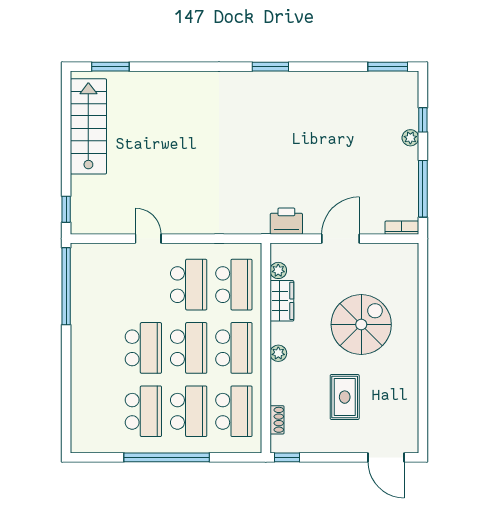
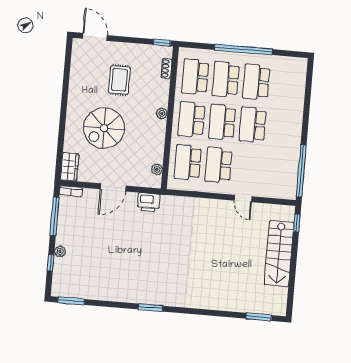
stairs: (88, 126) -> (279, 254), moved
wardrobe: (282, 301) -> (70, 167), moved, turned 180

